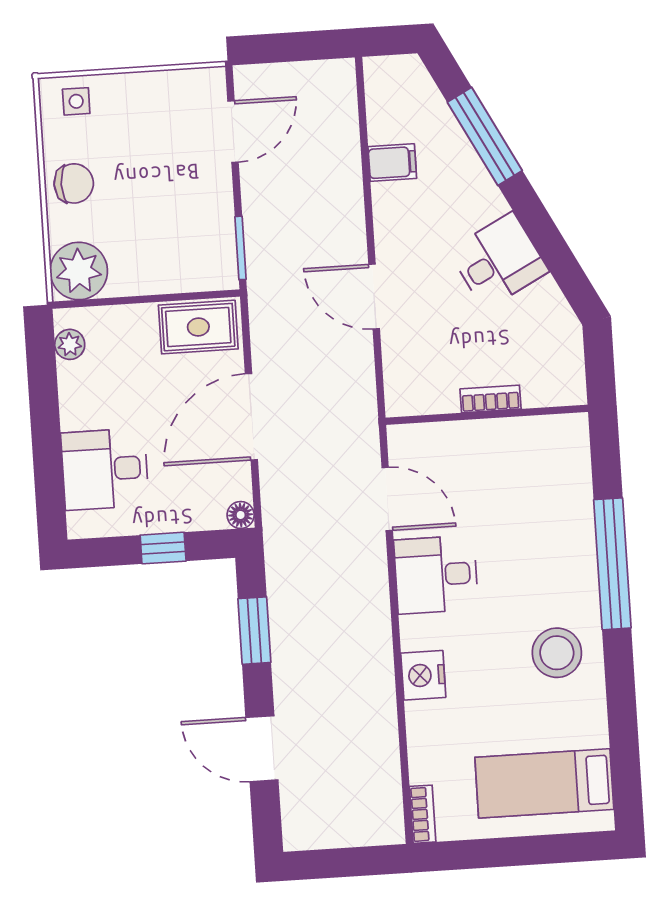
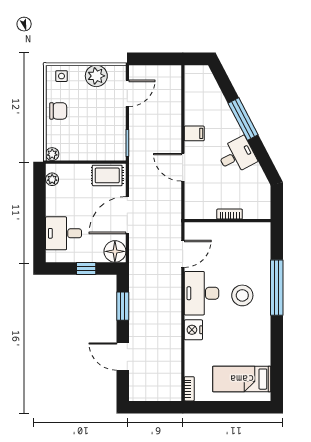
plant: (158, 96) -> (96, 76), added
window: (485, 136) -> (243, 119), moved
filing cabinet: (392, 163) -> (194, 133), moved
plant: (79, 271) -> (52, 154), width x0.53, depth x0.53
door: (387, 499) -> (183, 254), hinge flipped
floor lamp: (241, 515) -> (115, 251), width x1.89, depth x1.89
desk: (436, 575) -> (201, 293), width x1.37
stool: (557, 653) -> (242, 295), moved

